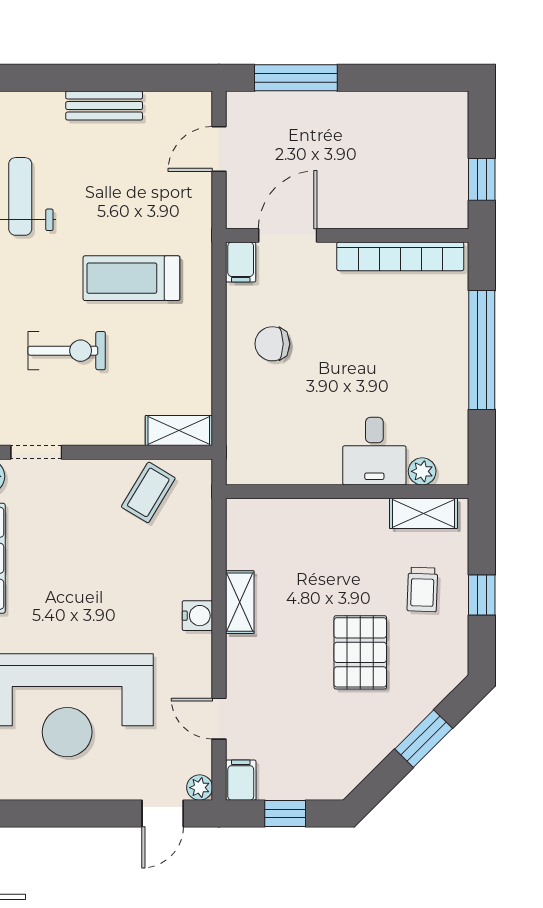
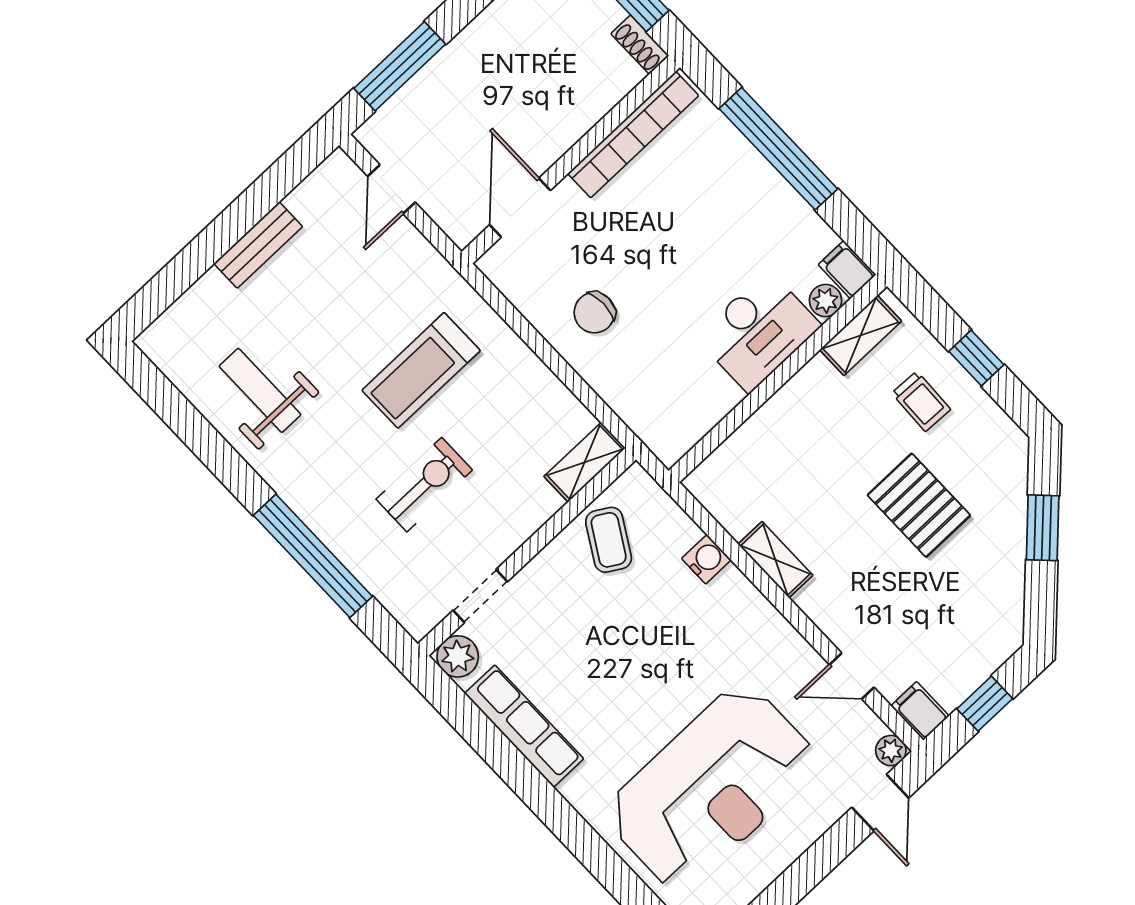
shoe rack: (457, 205) -> (640, 45), added
filing cabinet: (241, 262) -> (847, 270), moved, turned 180
desk: (374, 451) -> (758, 331), width x1.37
water cooler: (197, 616) -> (706, 559), moved

